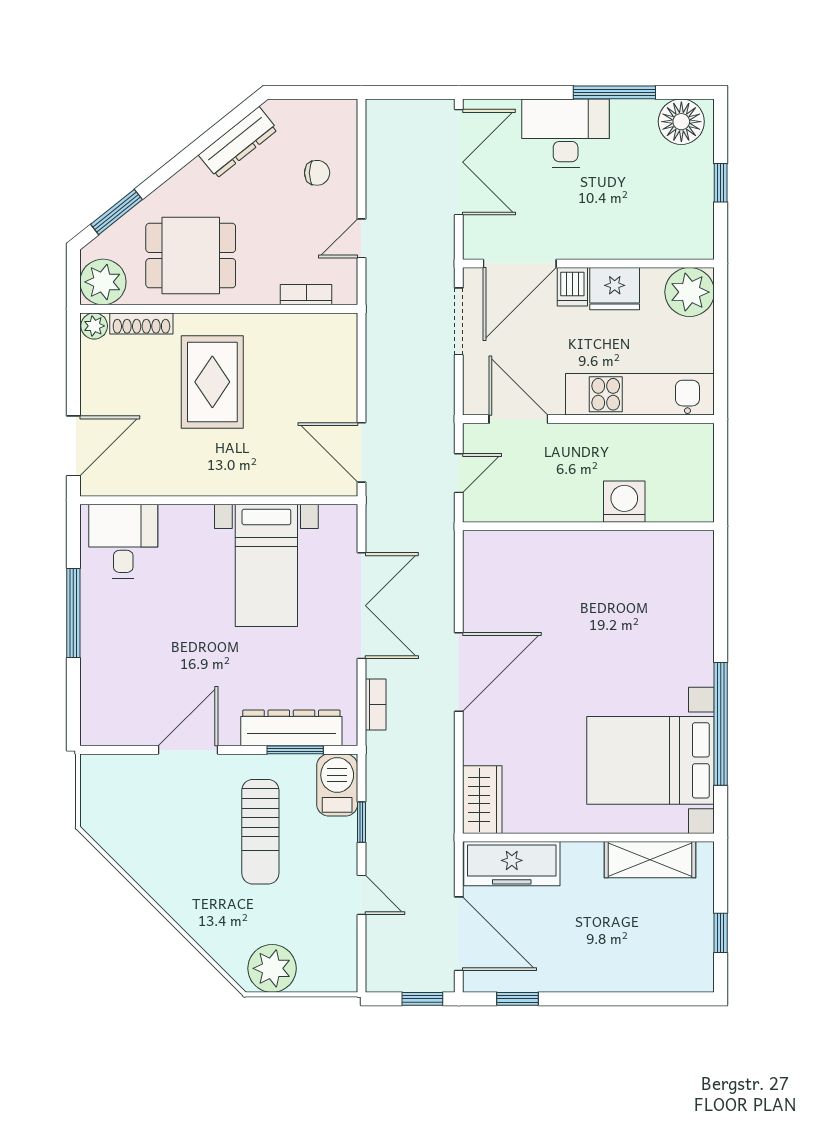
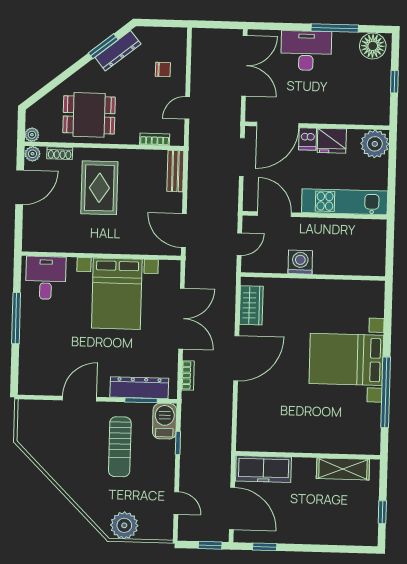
window: (116, 212) -> (103, 46), moved
plant: (103, 282) -> (32, 135), width x0.53, depth x0.53
shoe rack: (141, 323) -> (60, 153), width x0.70
bench: (344, 349) -> (175, 171), added
door: (73, 446) -> (20, 187), moved
washing machine: (624, 502) -> (300, 262), moved
bed with nightstands: (266, 565) -> (117, 294), width x1.36
bed with nightstands: (651, 760) -> (346, 359), moved
wardrobe: (482, 800) -> (251, 305), moved
door: (361, 895) -> (176, 503), moved

